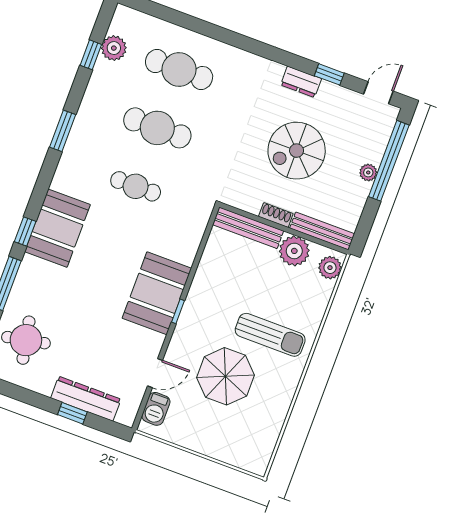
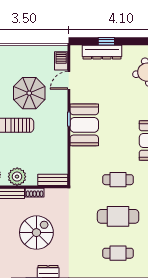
cafe table: (179, 70) -> (118, 253), width x0.73, depth x0.74
bench: (248, 228) -> (53, 180), width x0.73

